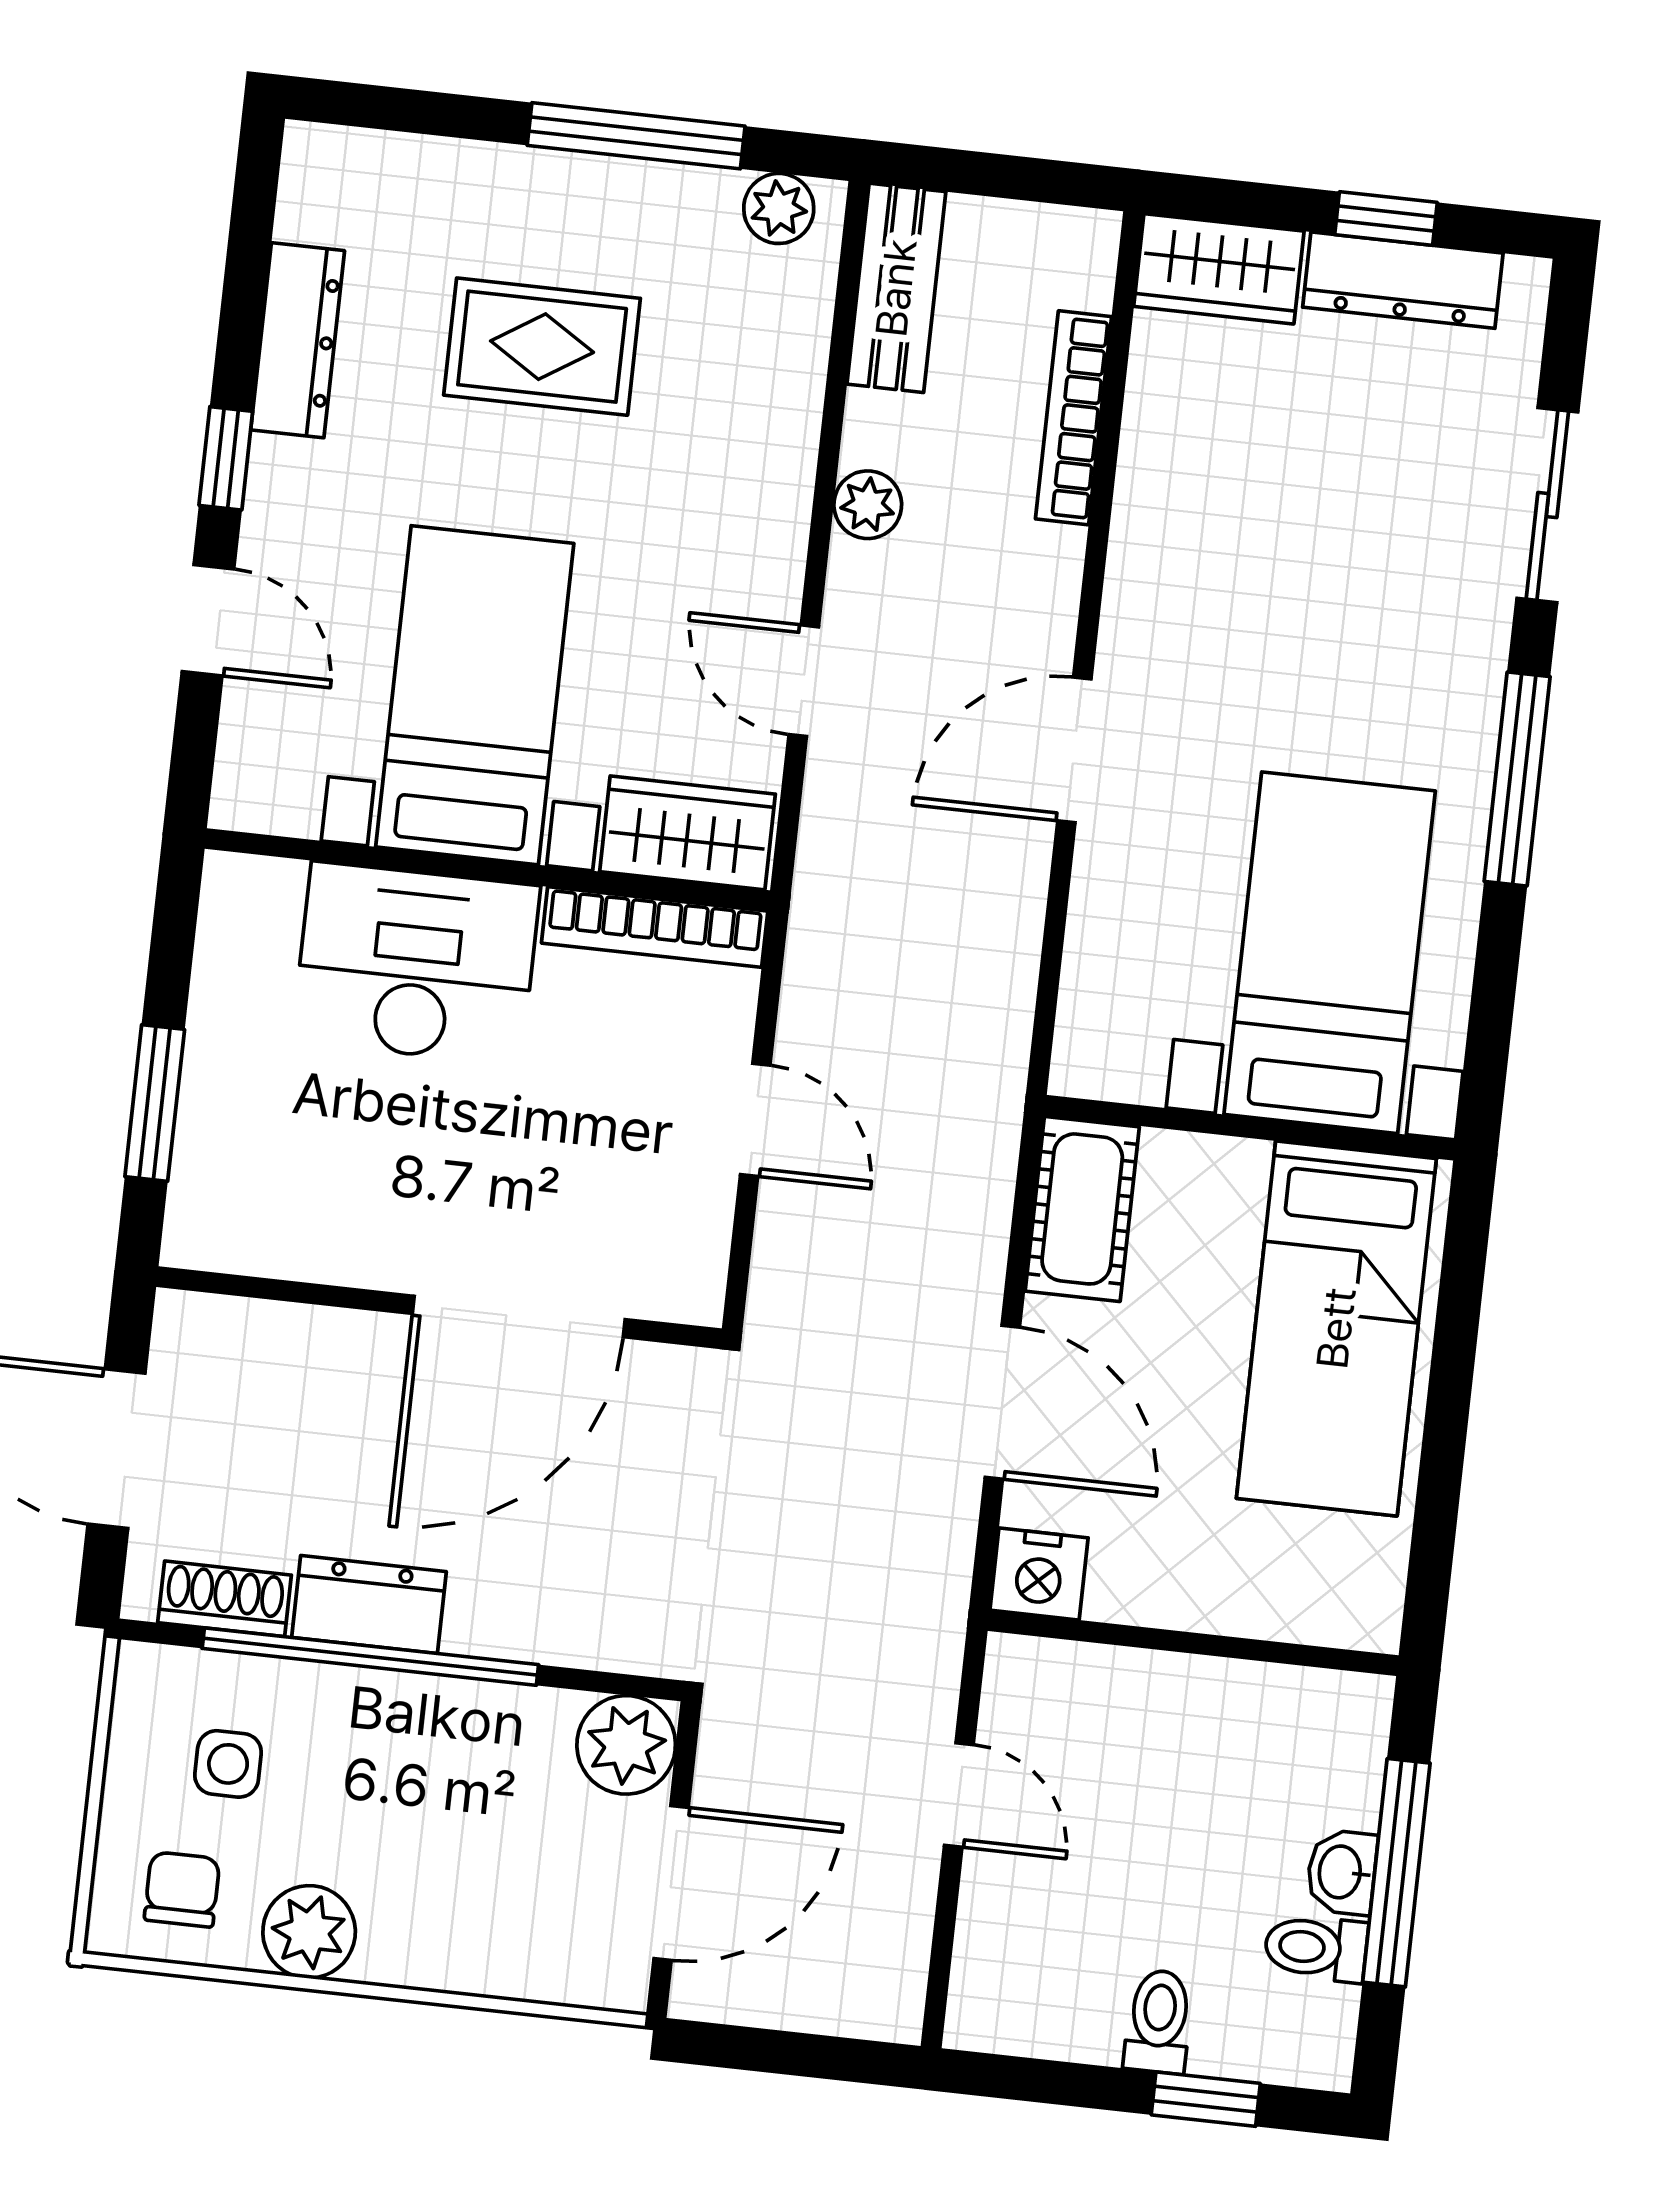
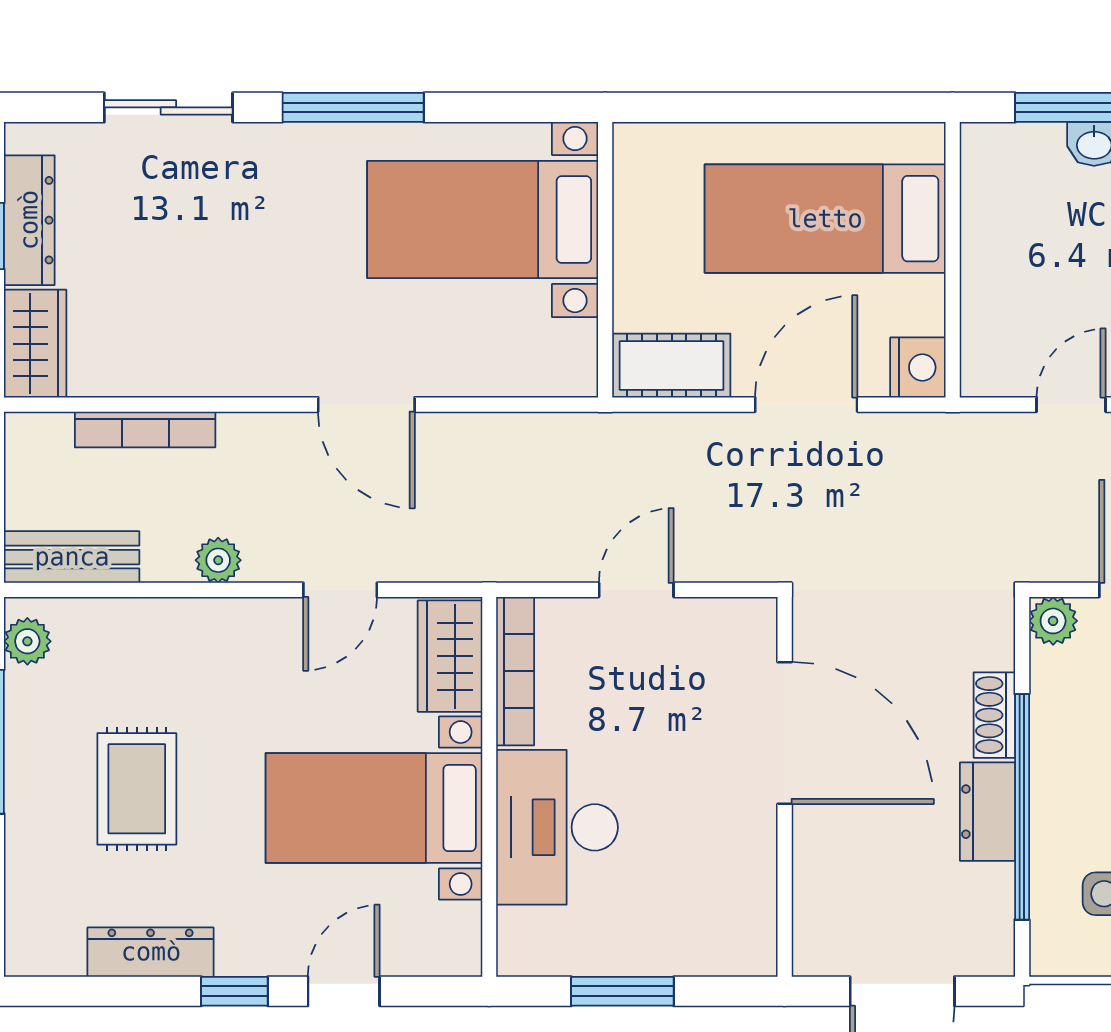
window: (155, 1103) -> (622, 991), moved
bed: (1336, 1328) -> (825, 219), moved, turned 180
shoe rack: (225, 1599) -> (994, 715), moved
plant: (626, 1745) -> (1053, 621), width x0.73, depth x0.73

